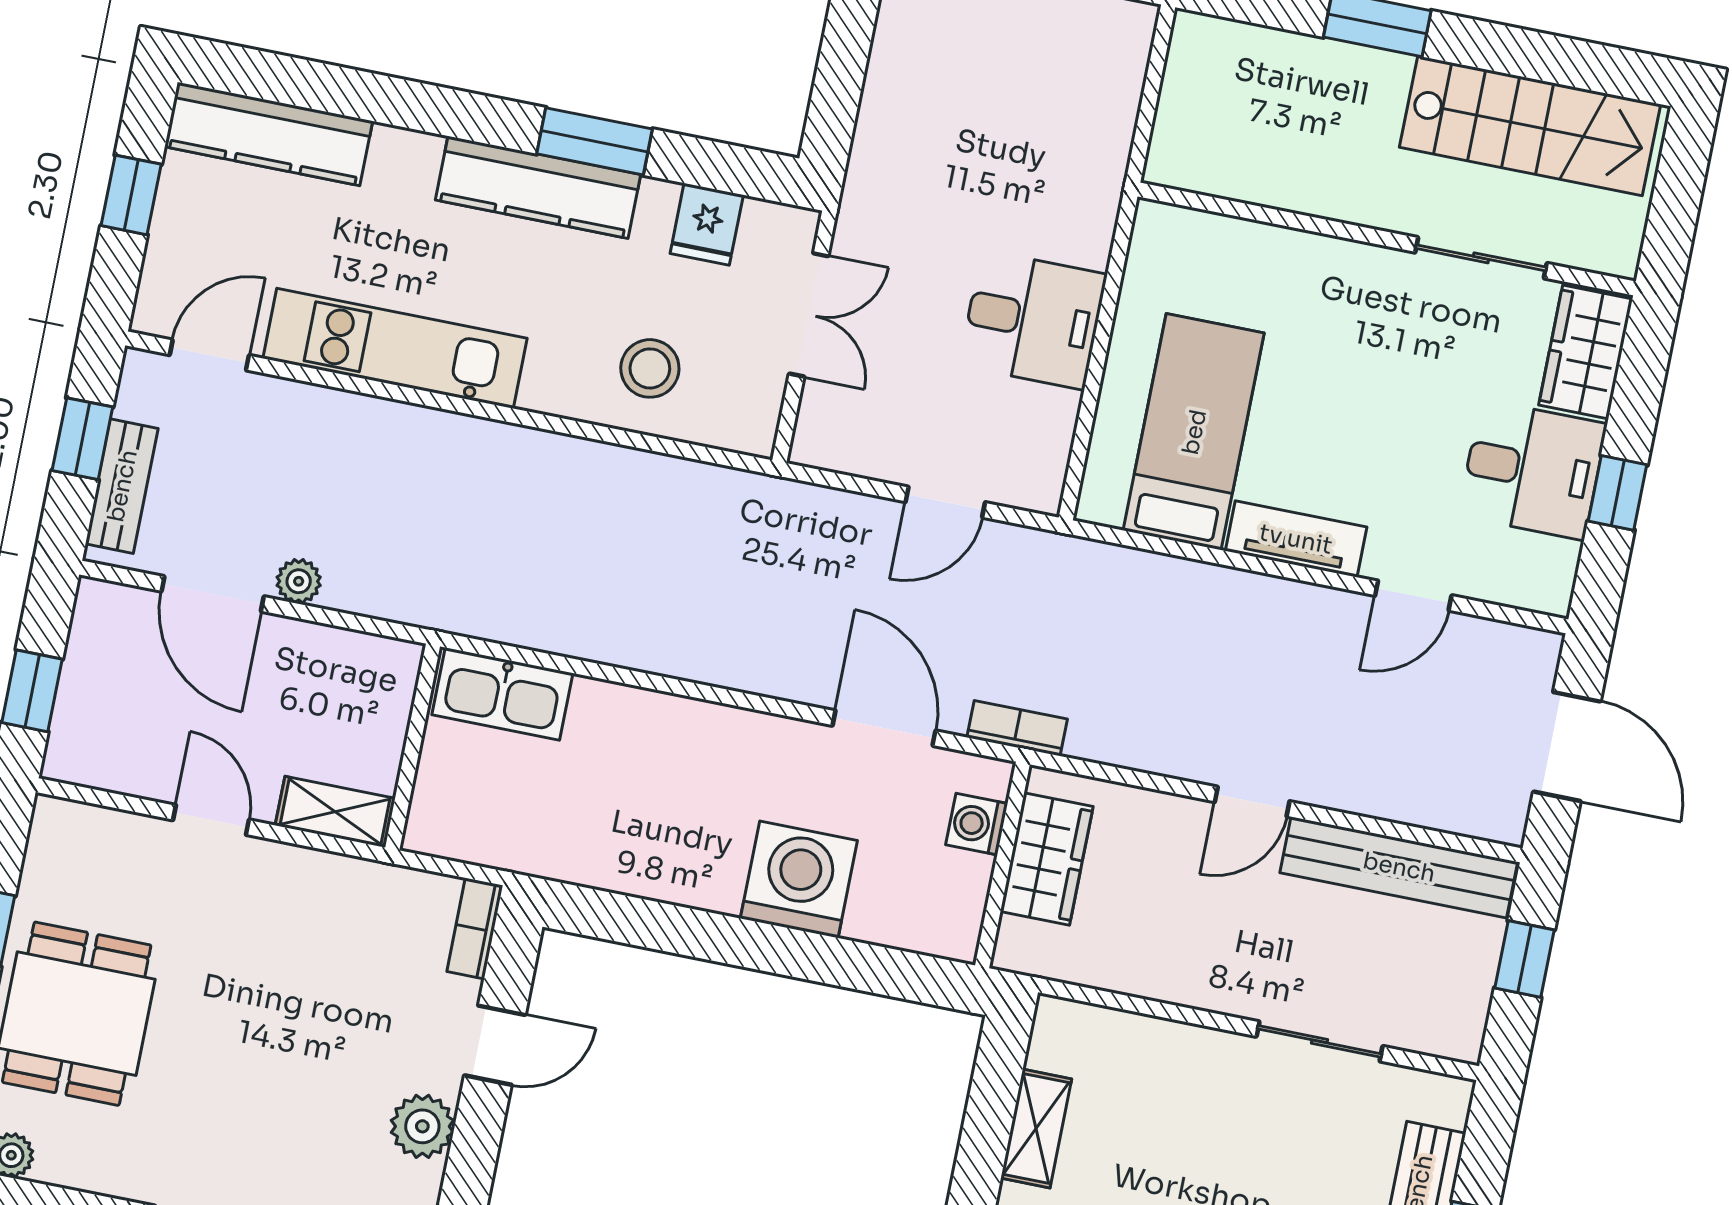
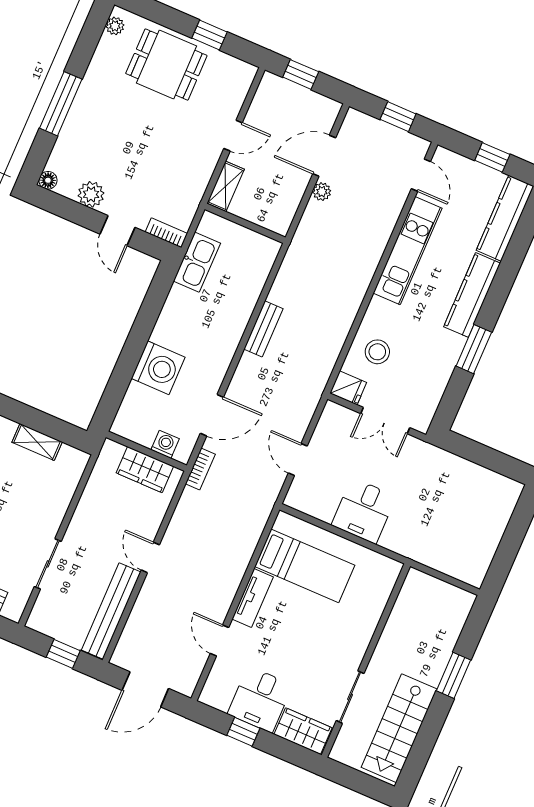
kitchen counter: (538, 187) -> (472, 295), moved
fridge: (707, 224) -> (348, 388), moved, turned 180
bench: (122, 486) -> (263, 329), moved, turned 90
kitchen sink: (502, 694) -> (197, 262), moved, turned 180

